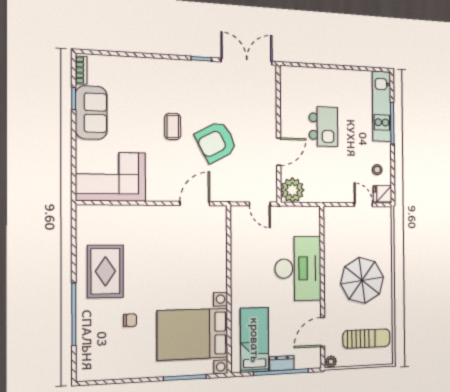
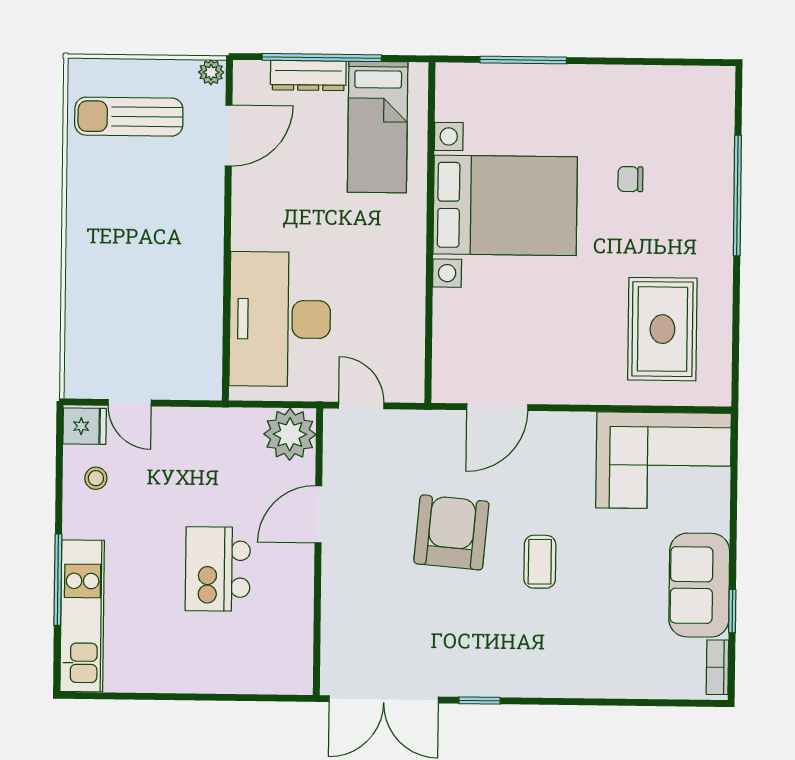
armchair: (216, 142) -> (451, 532), turned -57
desk: (298, 268) -> (280, 319), moved
rug: (105, 271) -> (662, 329), moved
parasol: (362, 280) -> (136, 241), removed
bed with nightstands: (193, 334) -> (505, 205), moved
dresser: (282, 363) -> (308, 76), width x1.44

